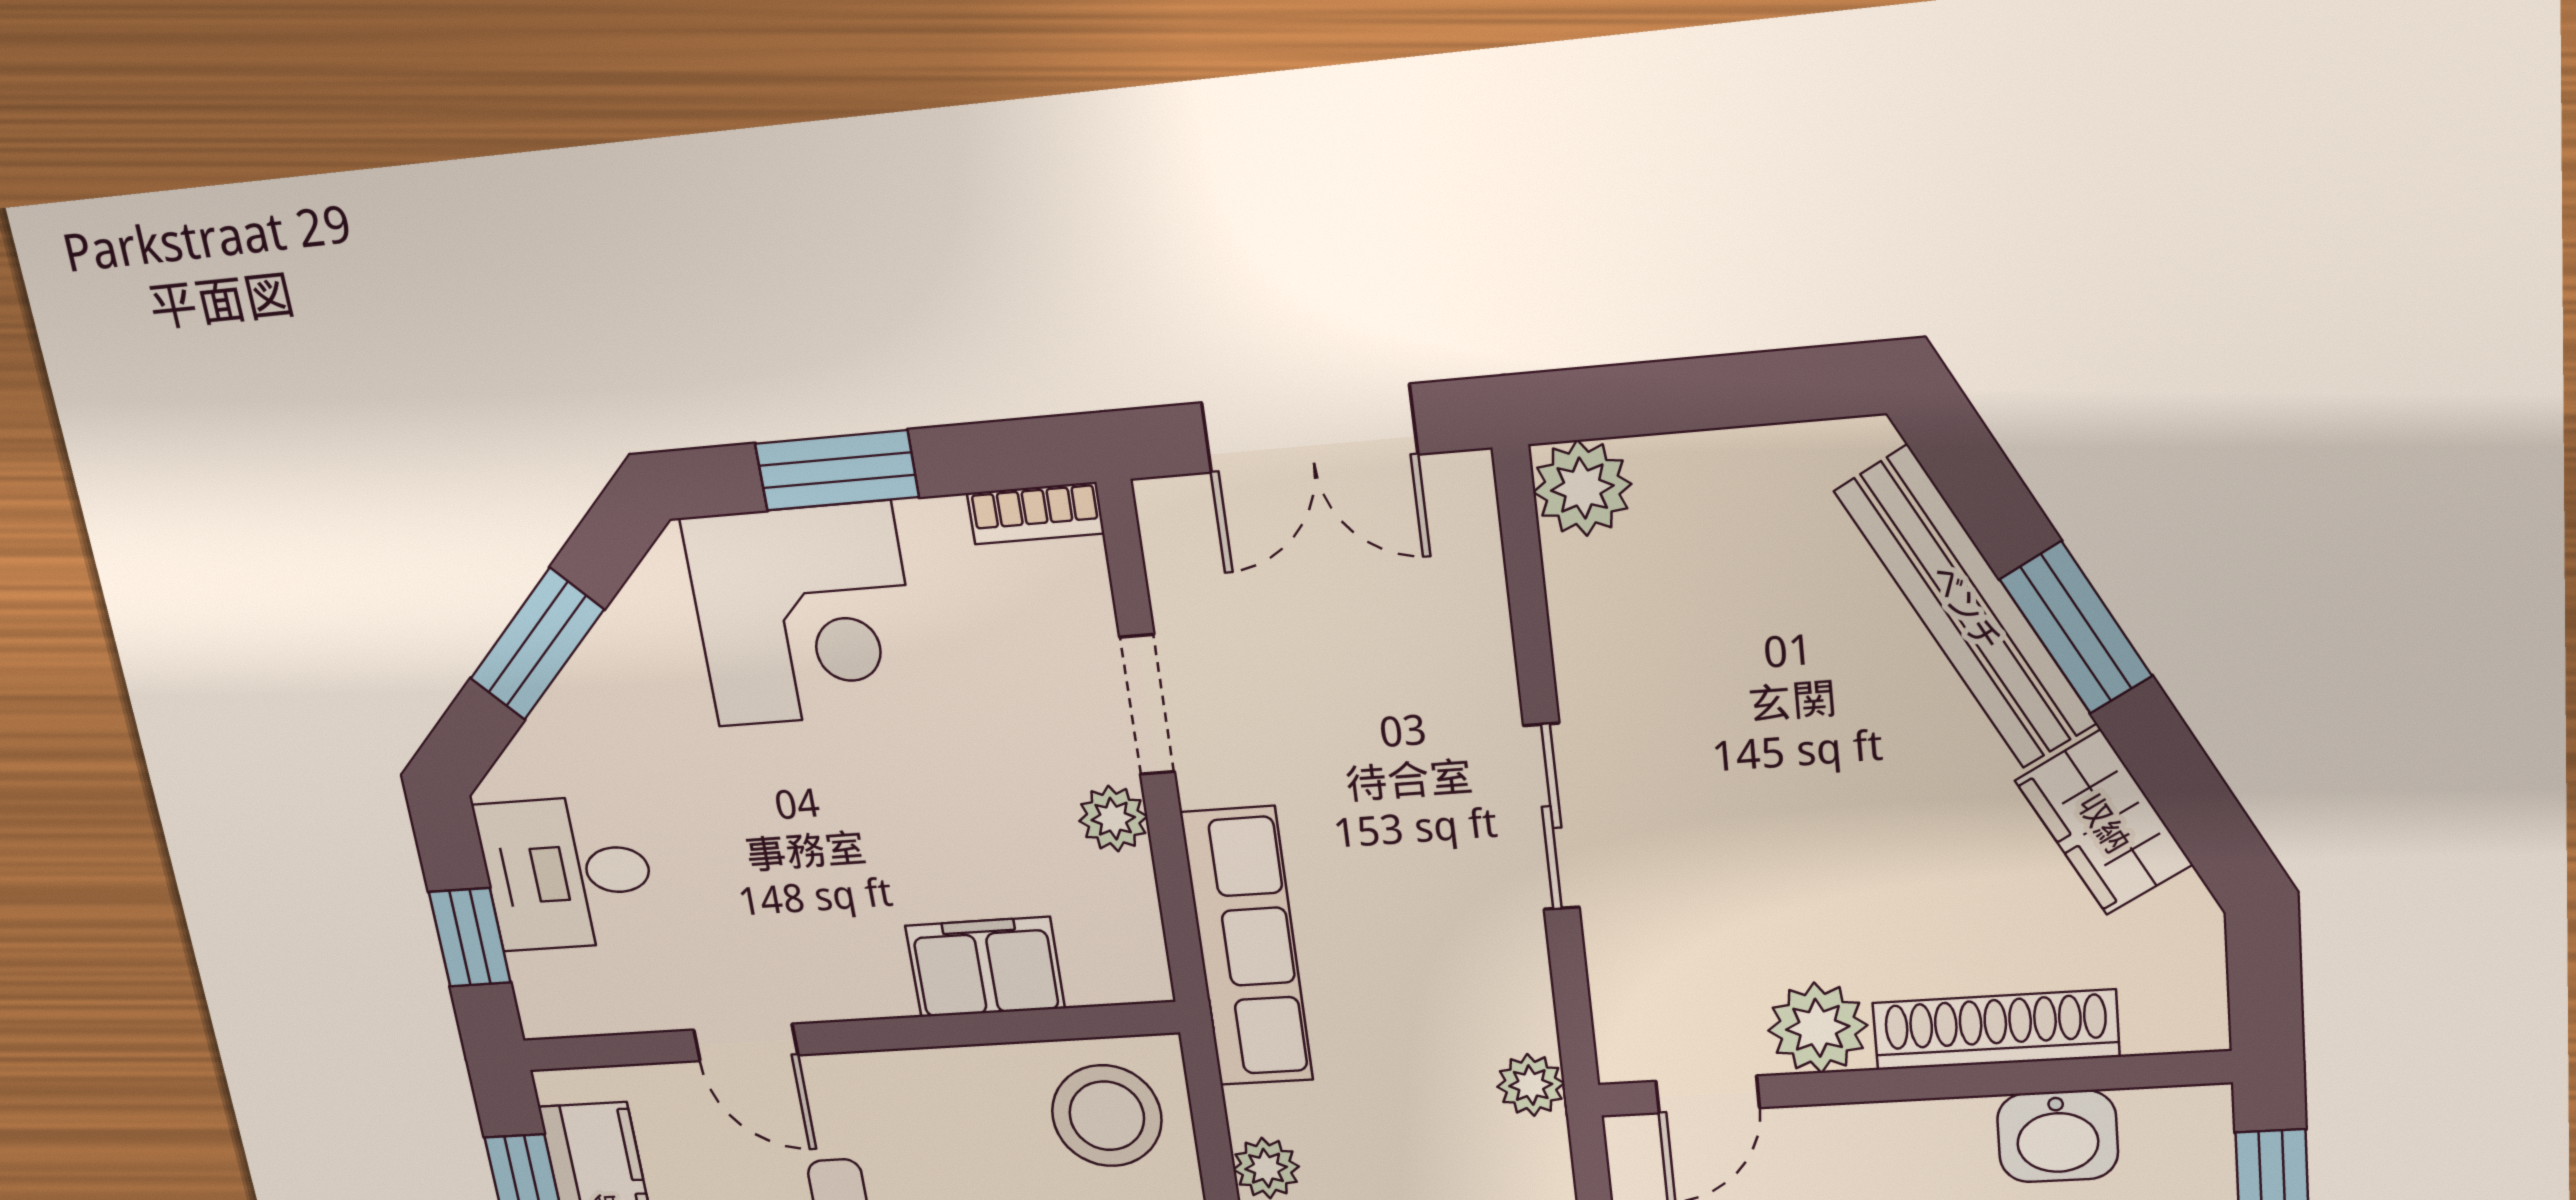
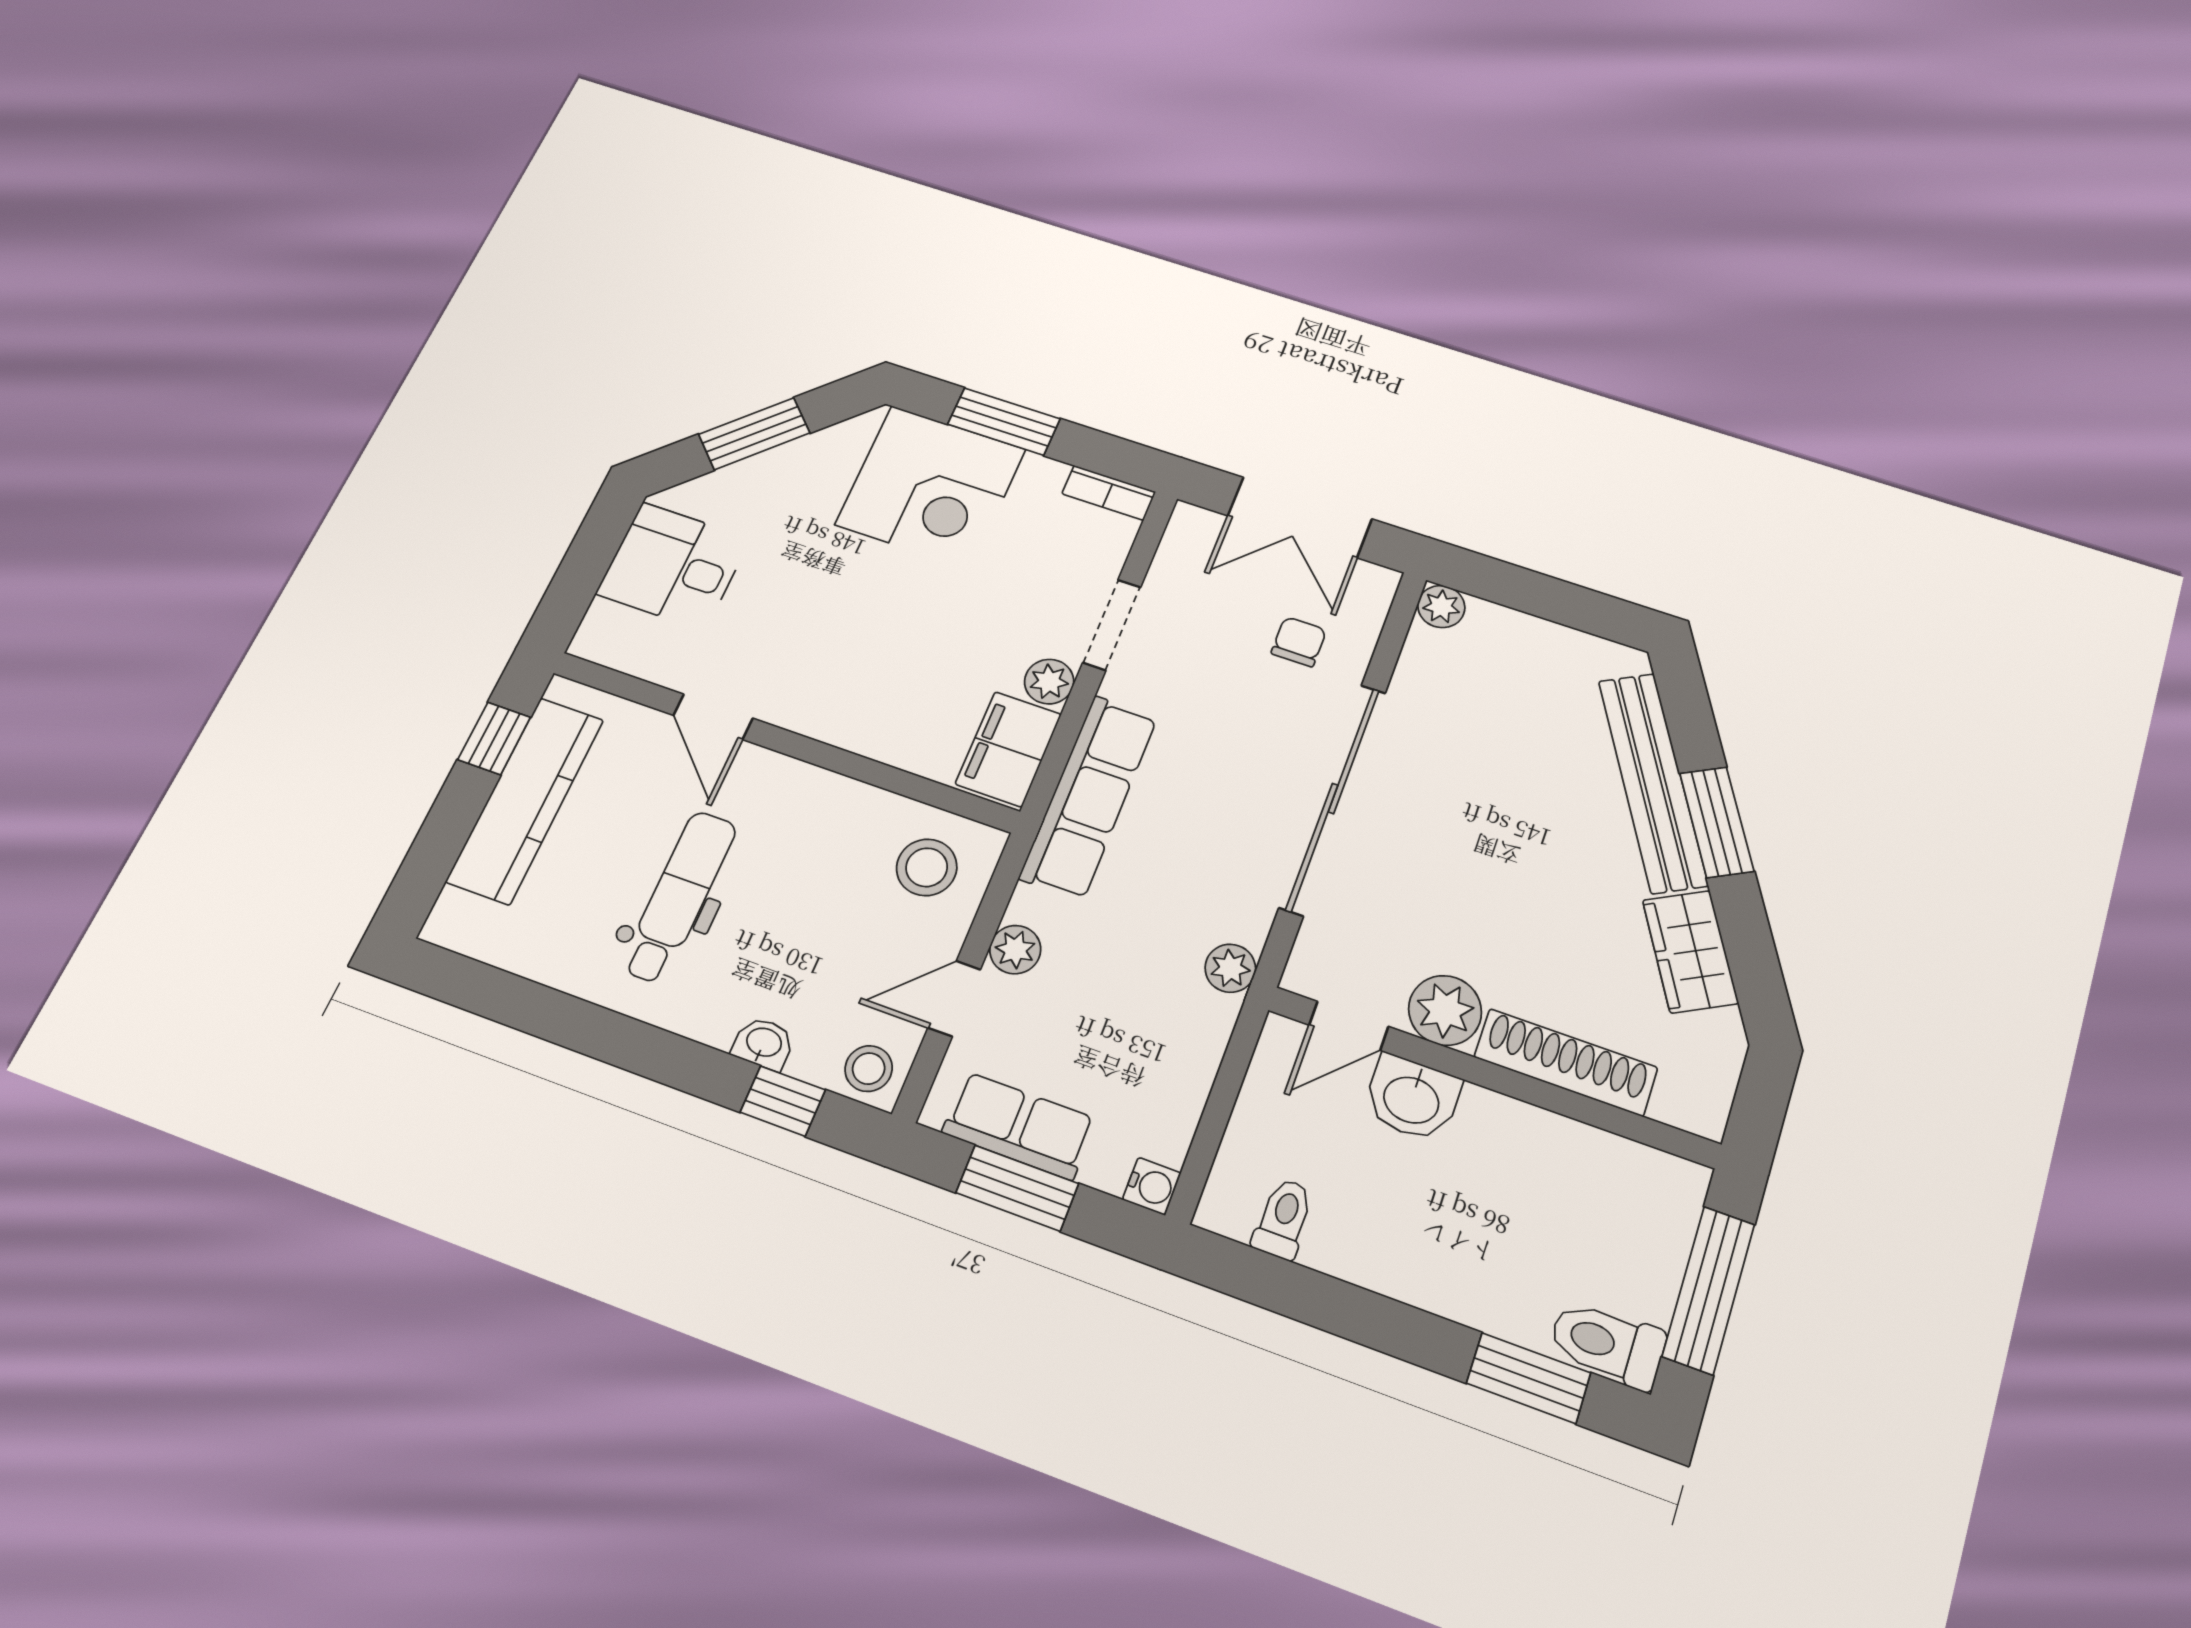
plant: (1582, 488) -> (1441, 607), width x0.73, depth x0.73
chair: (1401, 618) -> (1299, 642), added
sliding door: (1552, 817) -> (1333, 799), width x1.86
window: (470, 937) -> (579, 576), removed
filing cabinet: (985, 967) -> (1008, 749), moved, turned -90
stool: (1107, 1116) -> (927, 867), width x0.73, depth x0.73
washbasin: (2058, 1136) -> (1412, 1098), moved

